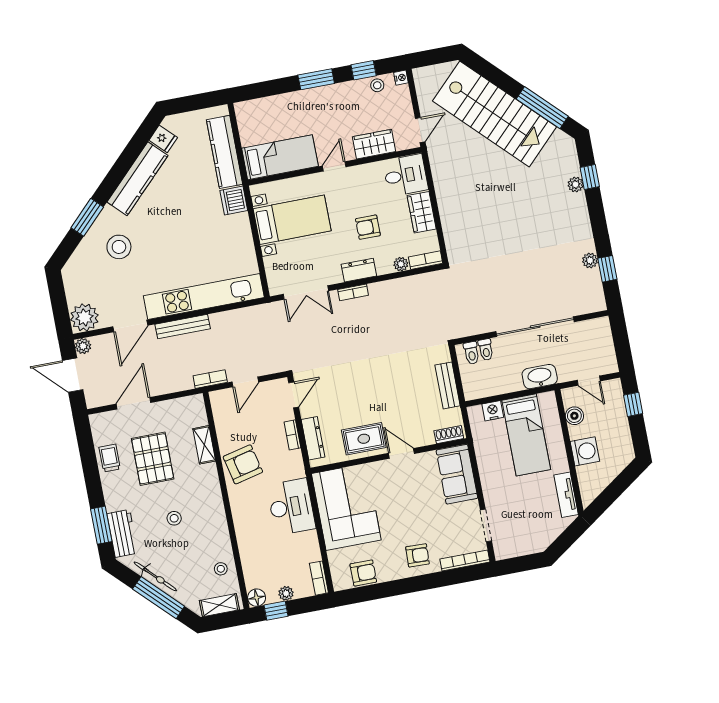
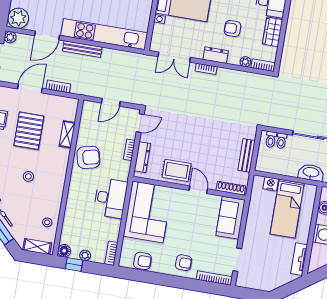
bookcase: (210, 379) -> (58, 87), moved
shoe rack: (449, 435) -> (231, 188), width x1.43

